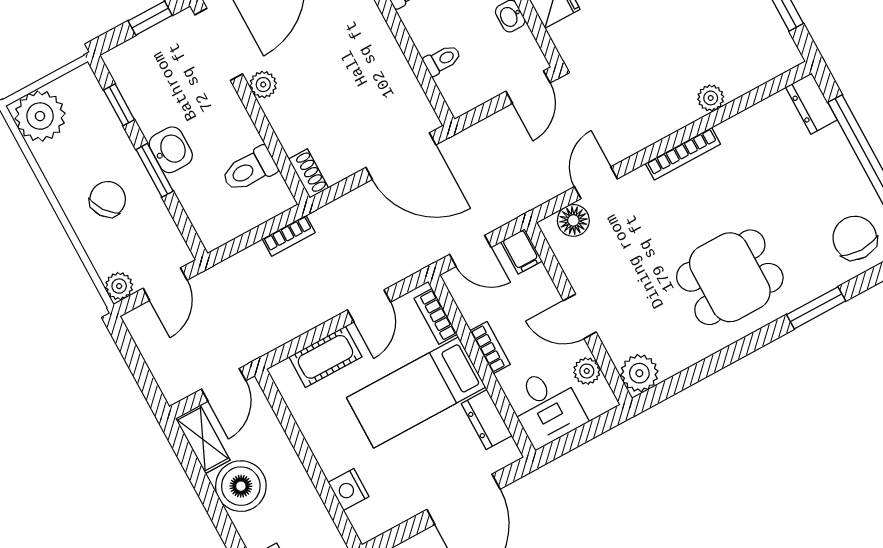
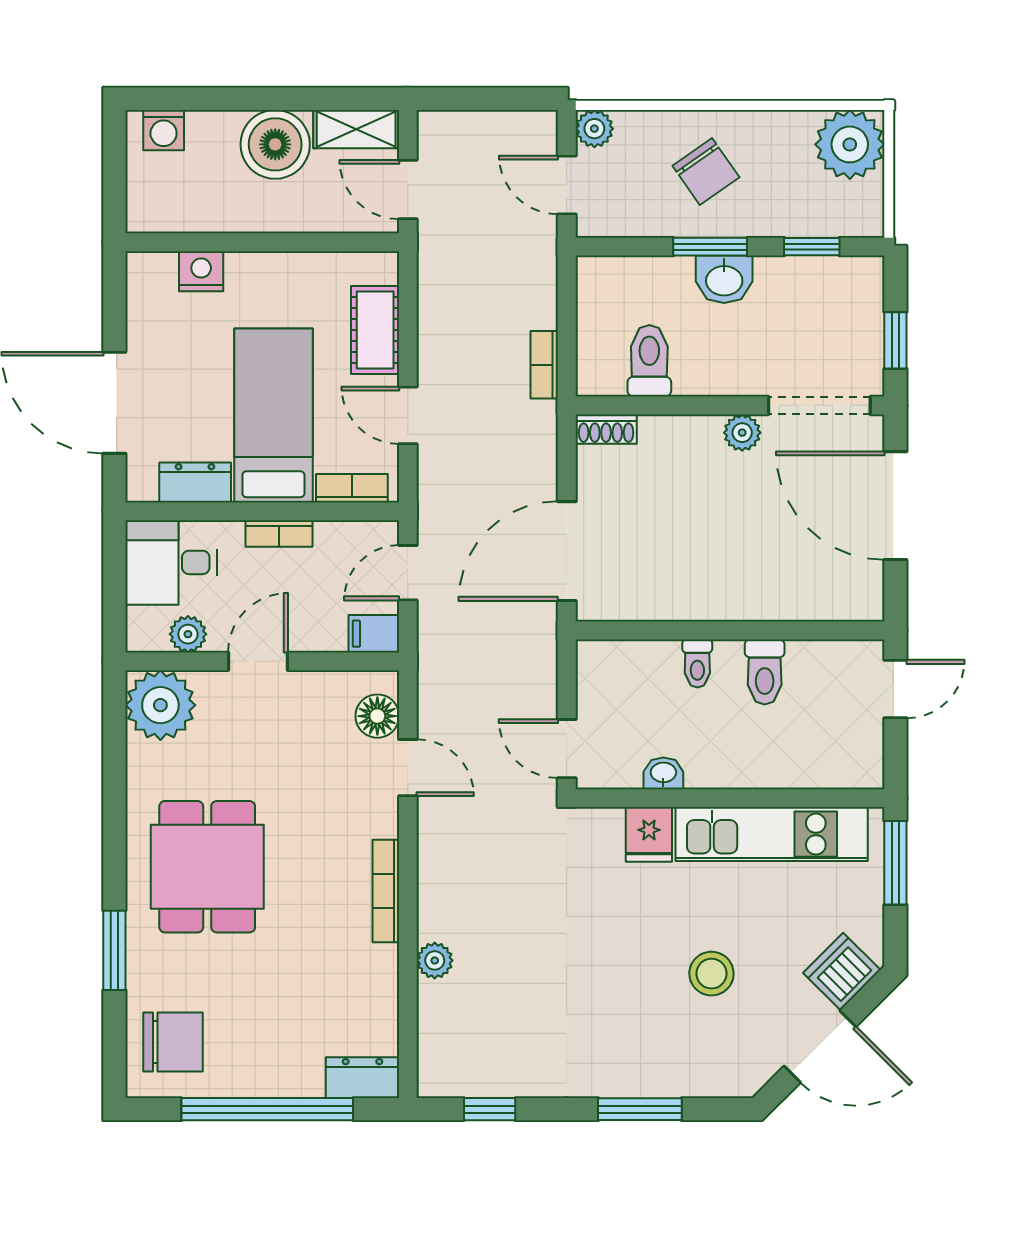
toilet: (442, 60) -> (697, 663), moved
plant: (639, 373) -> (160, 705), width x1.36, depth x1.36

